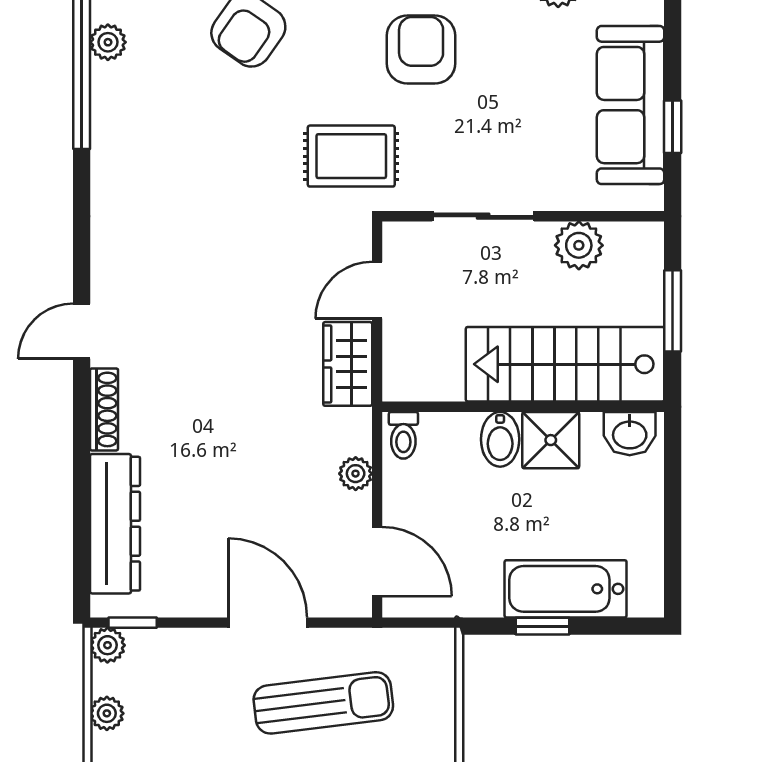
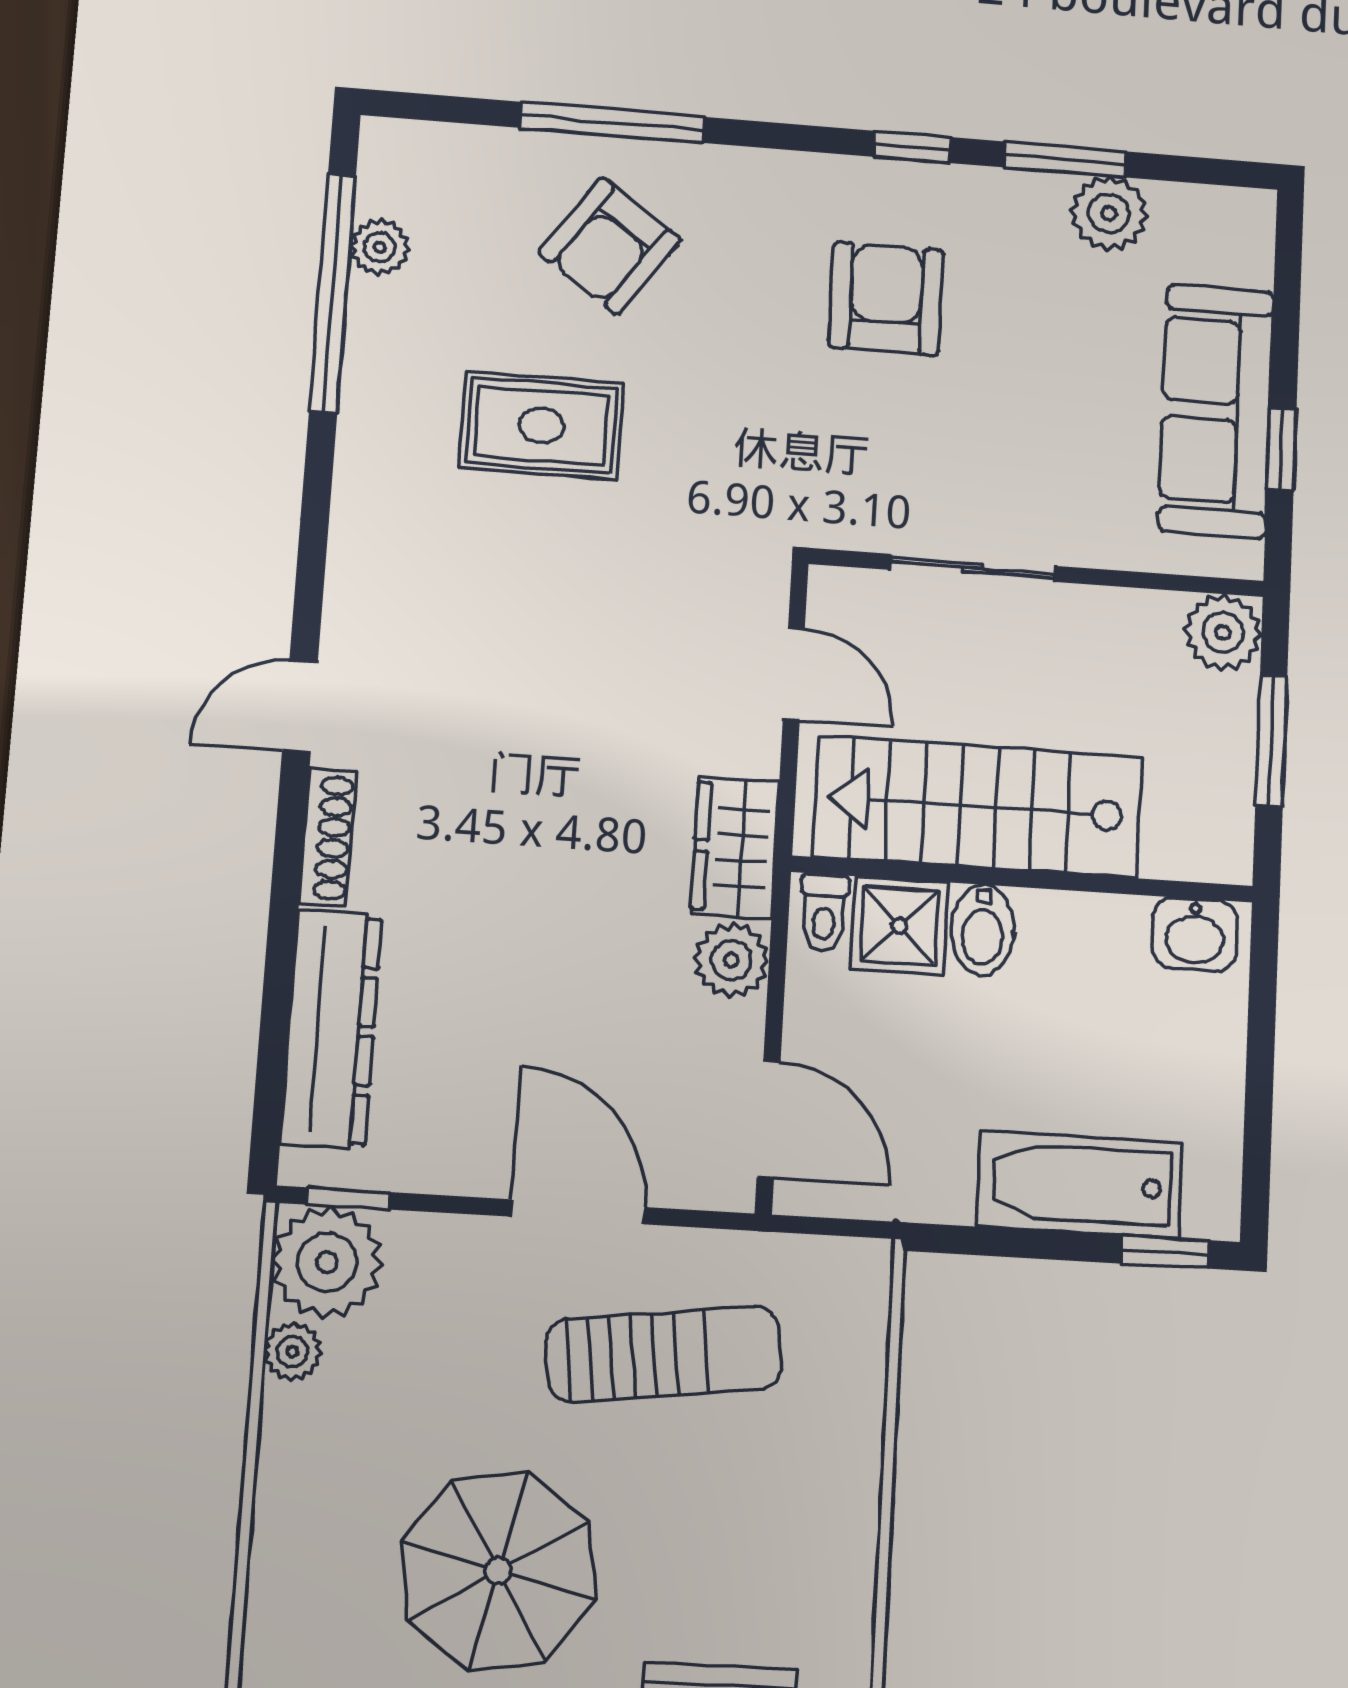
rug: (351, 156) -> (541, 425), moved
plant: (579, 245) -> (1223, 632), moved
door: (377, 290) -> (794, 674), swing flipped
wardrobe: (348, 364) -> (735, 848), moved
stairs: (565, 364) -> (978, 807), moved
shower: (551, 440) -> (899, 926), moved
plant: (356, 474) -> (731, 960), width x1.38, depth x1.38
window: (543, 626) -> (1165, 1252), moved
plant: (107, 645) -> (327, 1262), width x1.87, depth x1.87

